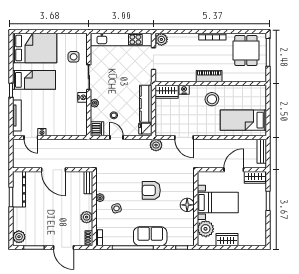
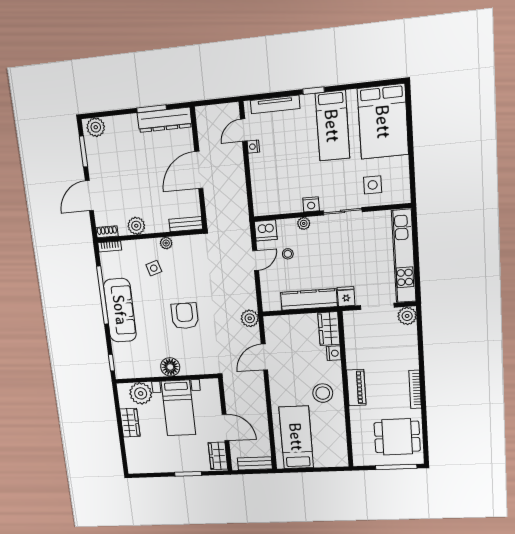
fridge: (145, 129) -> (346, 296), moved
sofa: (150, 236) -> (120, 310), width x1.36

